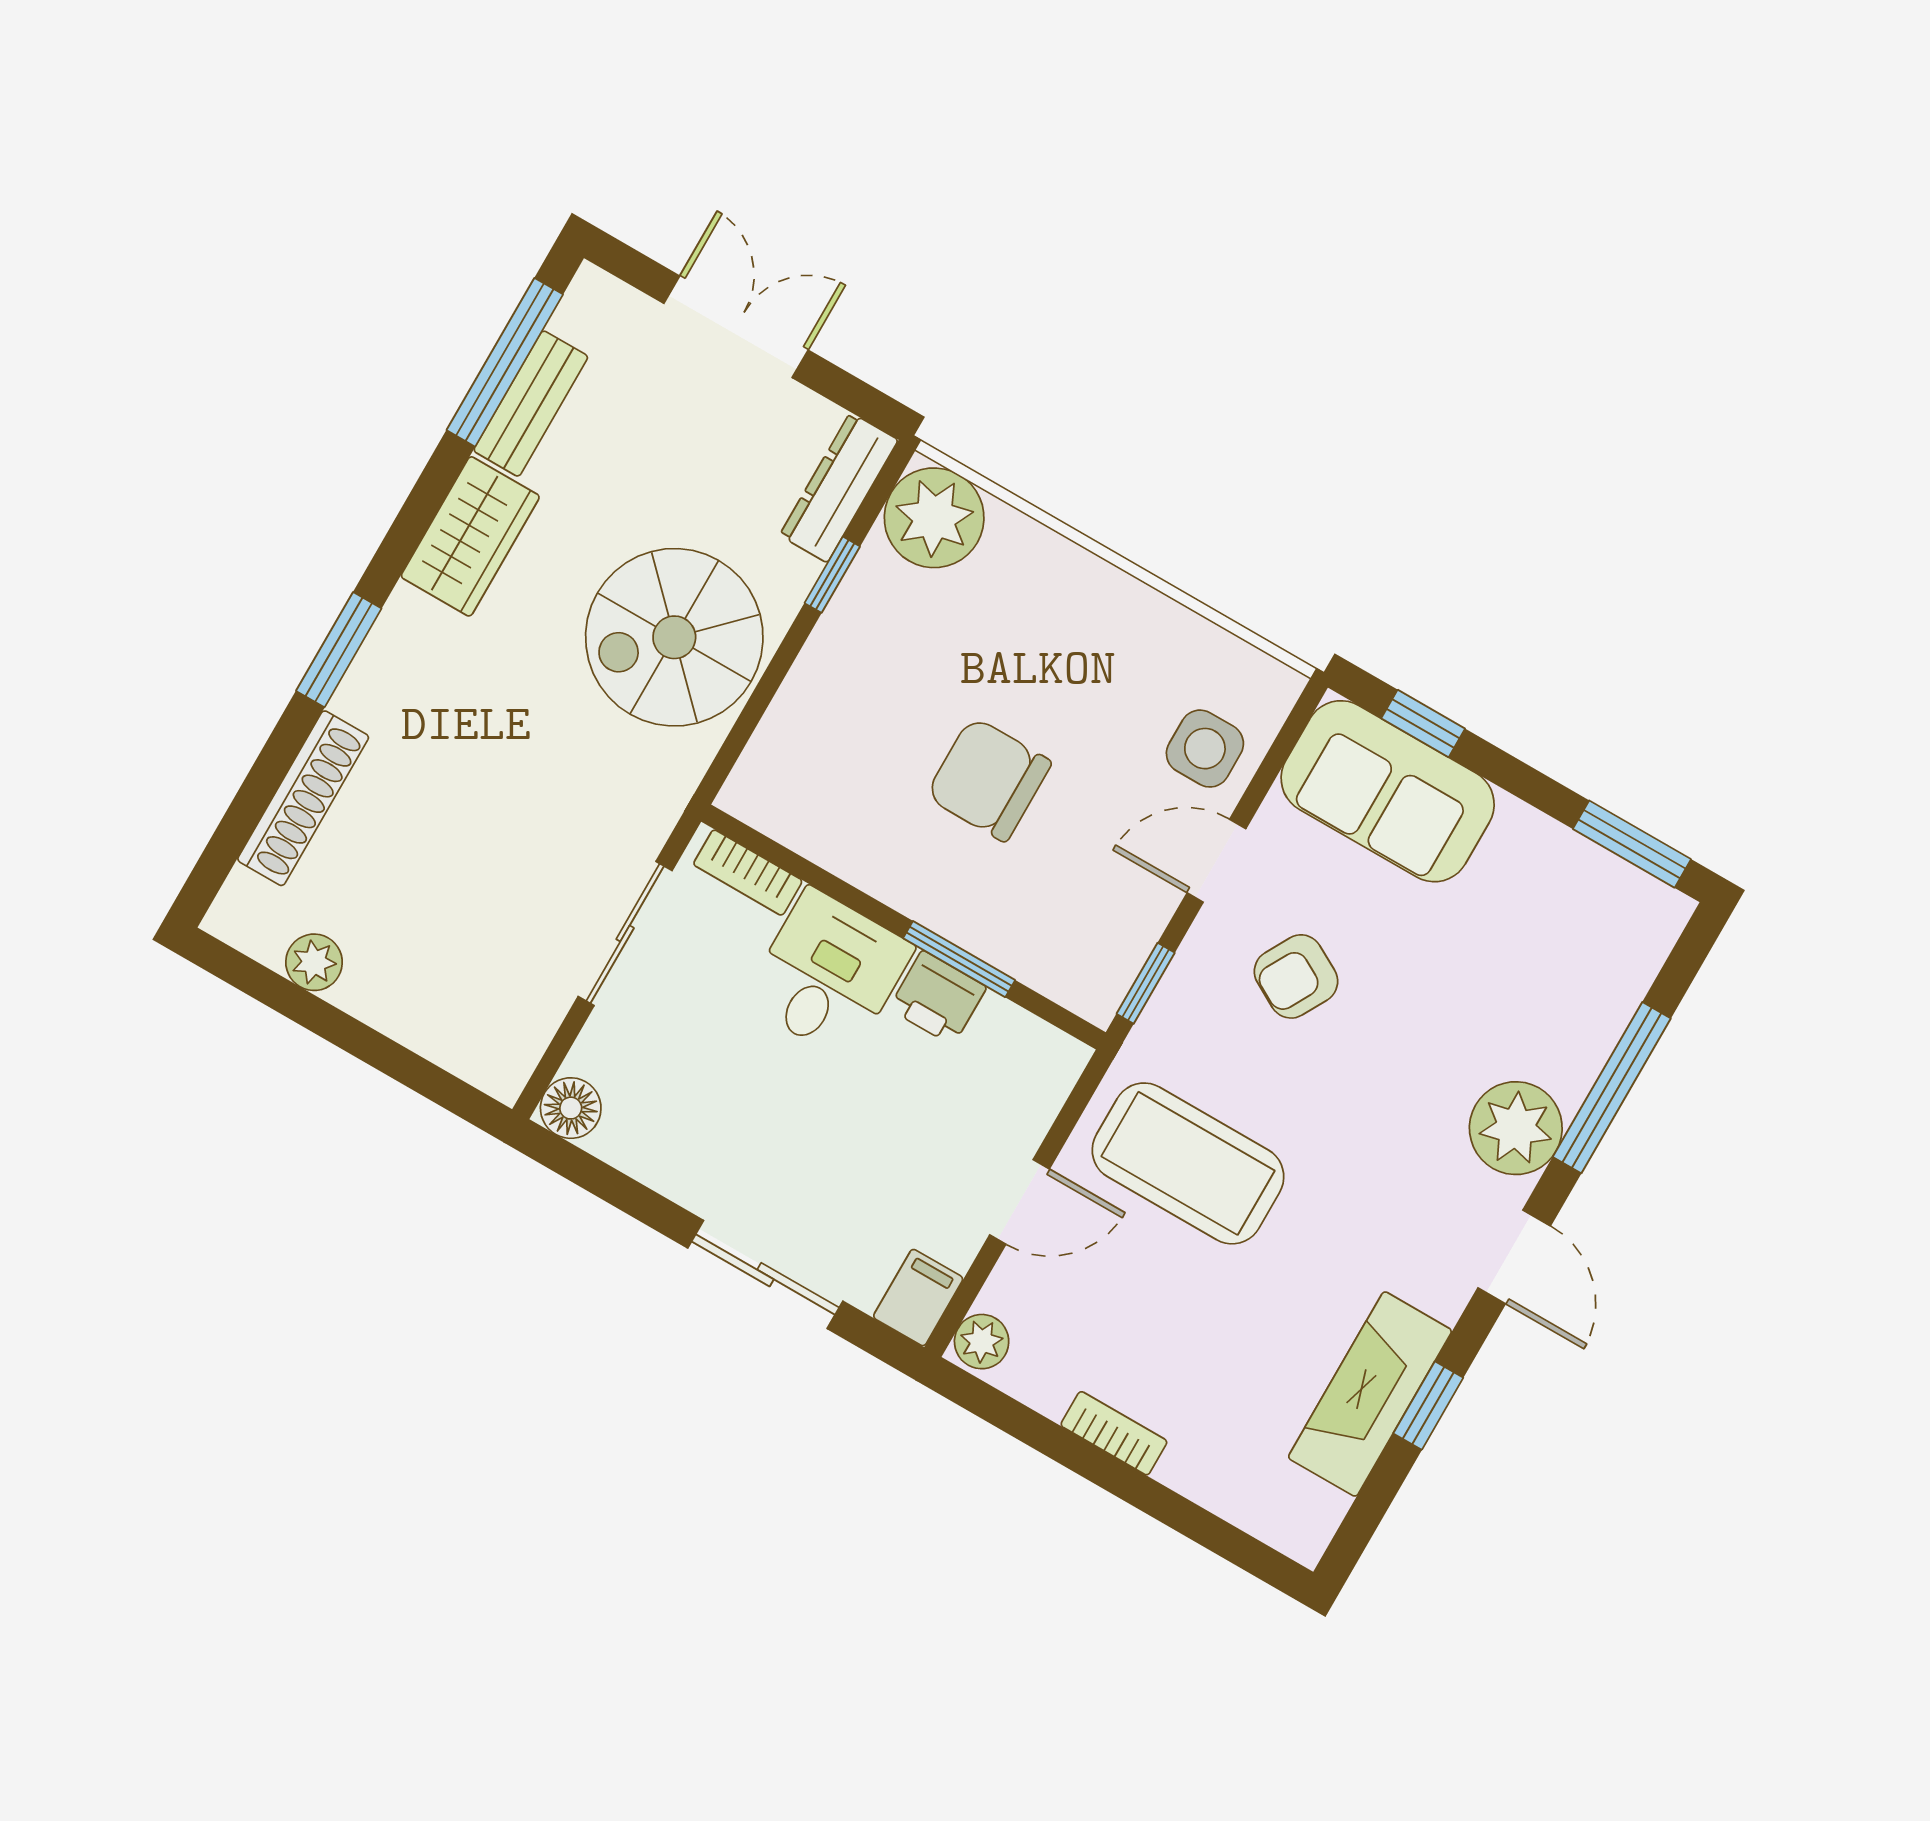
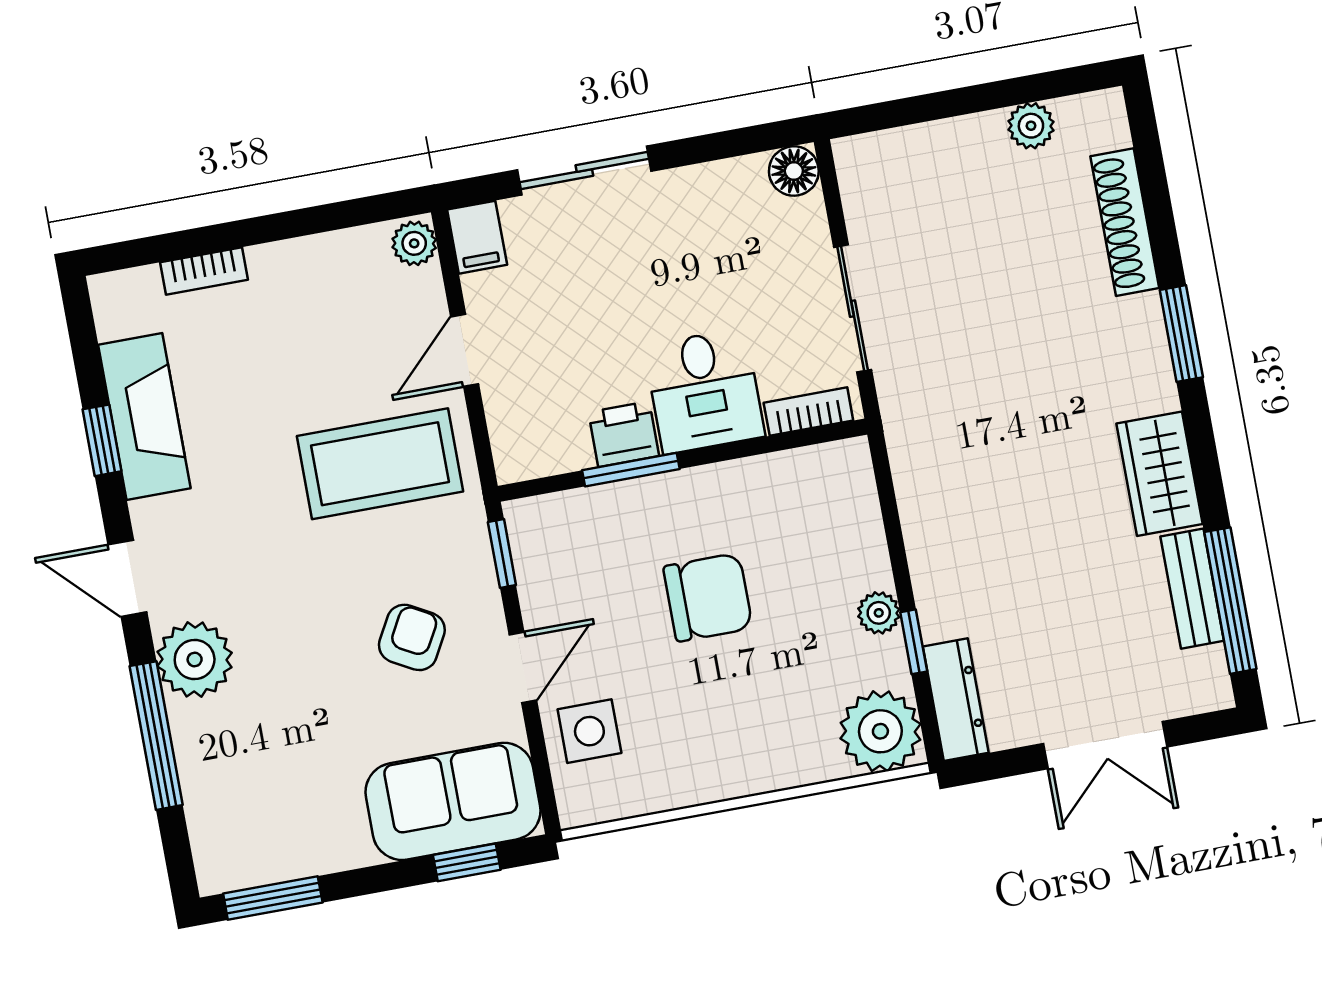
plant: (842, 629) -> (879, 613), added
spiral stairs: (674, 637) -> (979, 519), removed
bookcase: (1114, 1433) -> (204, 271), moved

